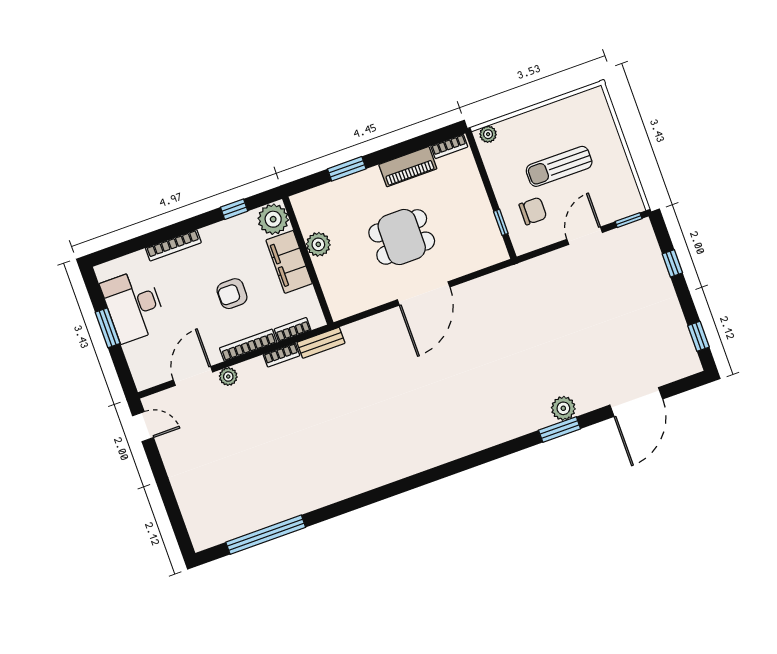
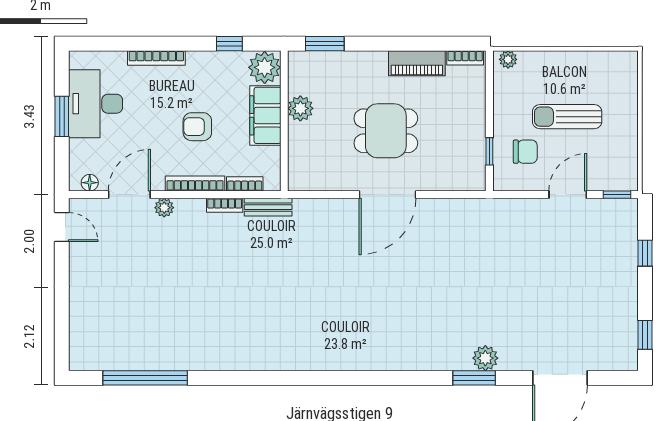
window: (347, 169) -> (325, 44), moved
floor lamp: (154, 378) -> (90, 183), added

